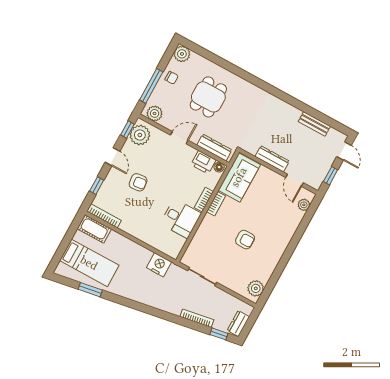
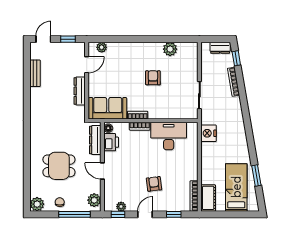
plant: (140, 135) -> (121, 207), width x0.53, depth x0.53
desk: (181, 219) -> (169, 136), width x1.37
plant: (256, 288) -> (170, 49), moved

